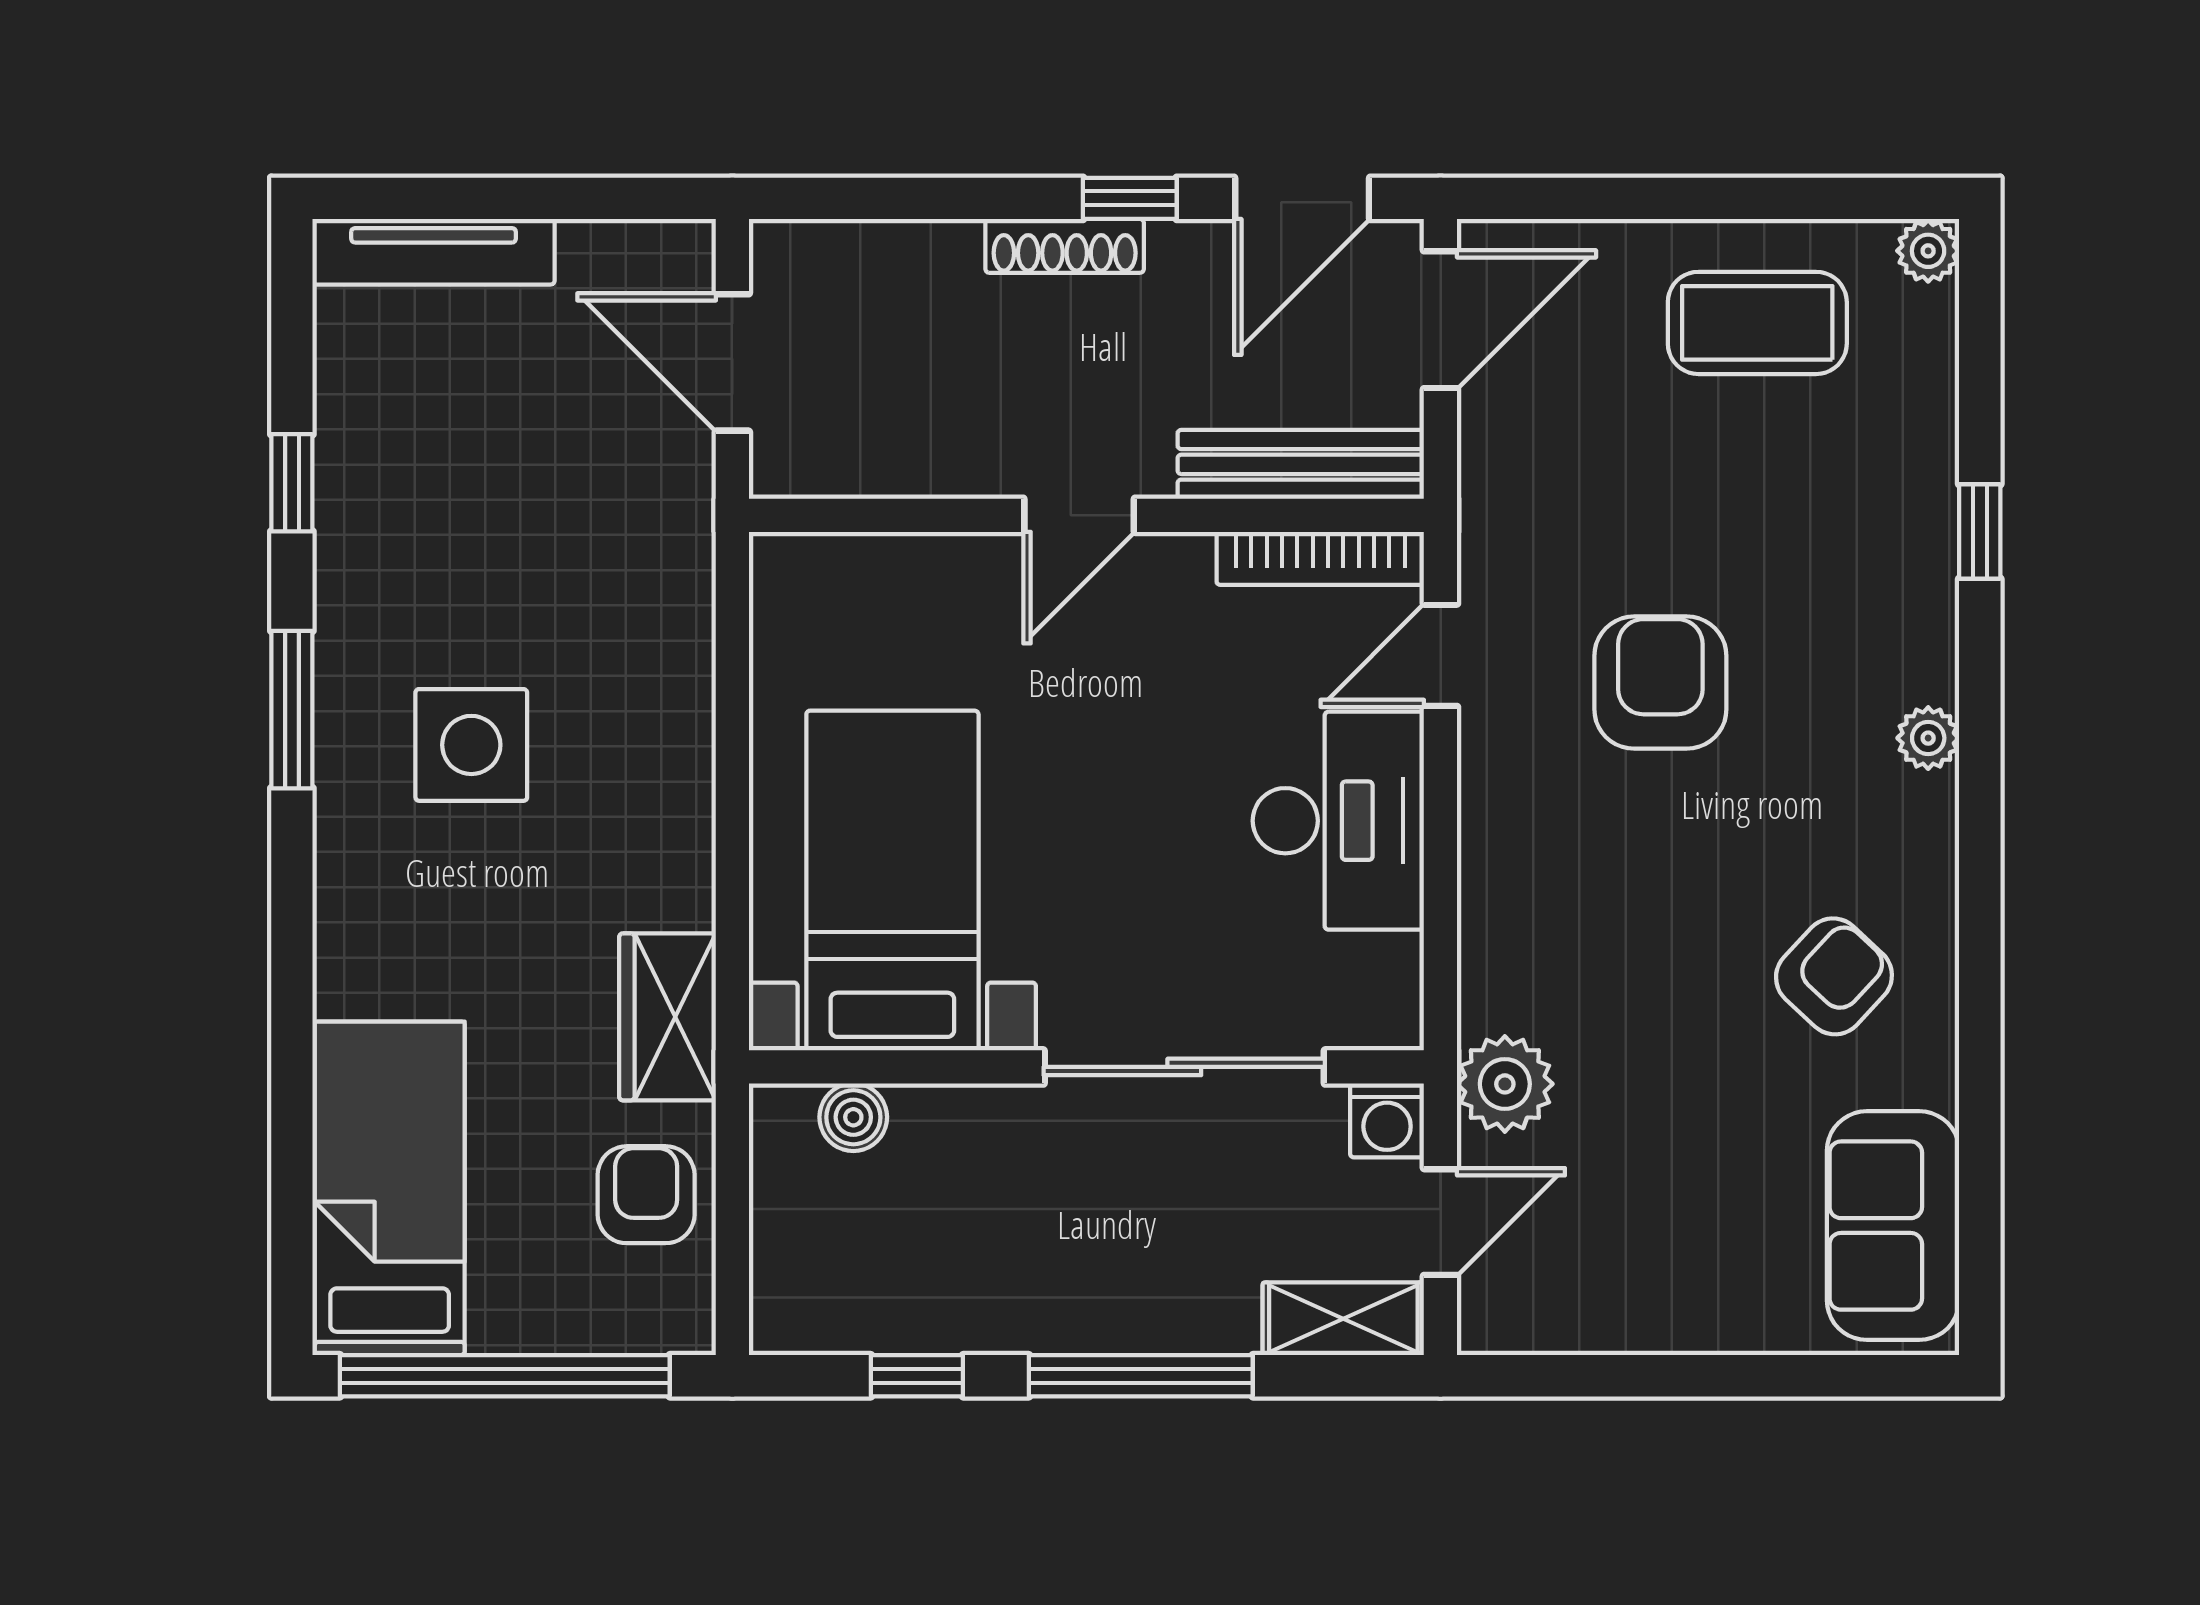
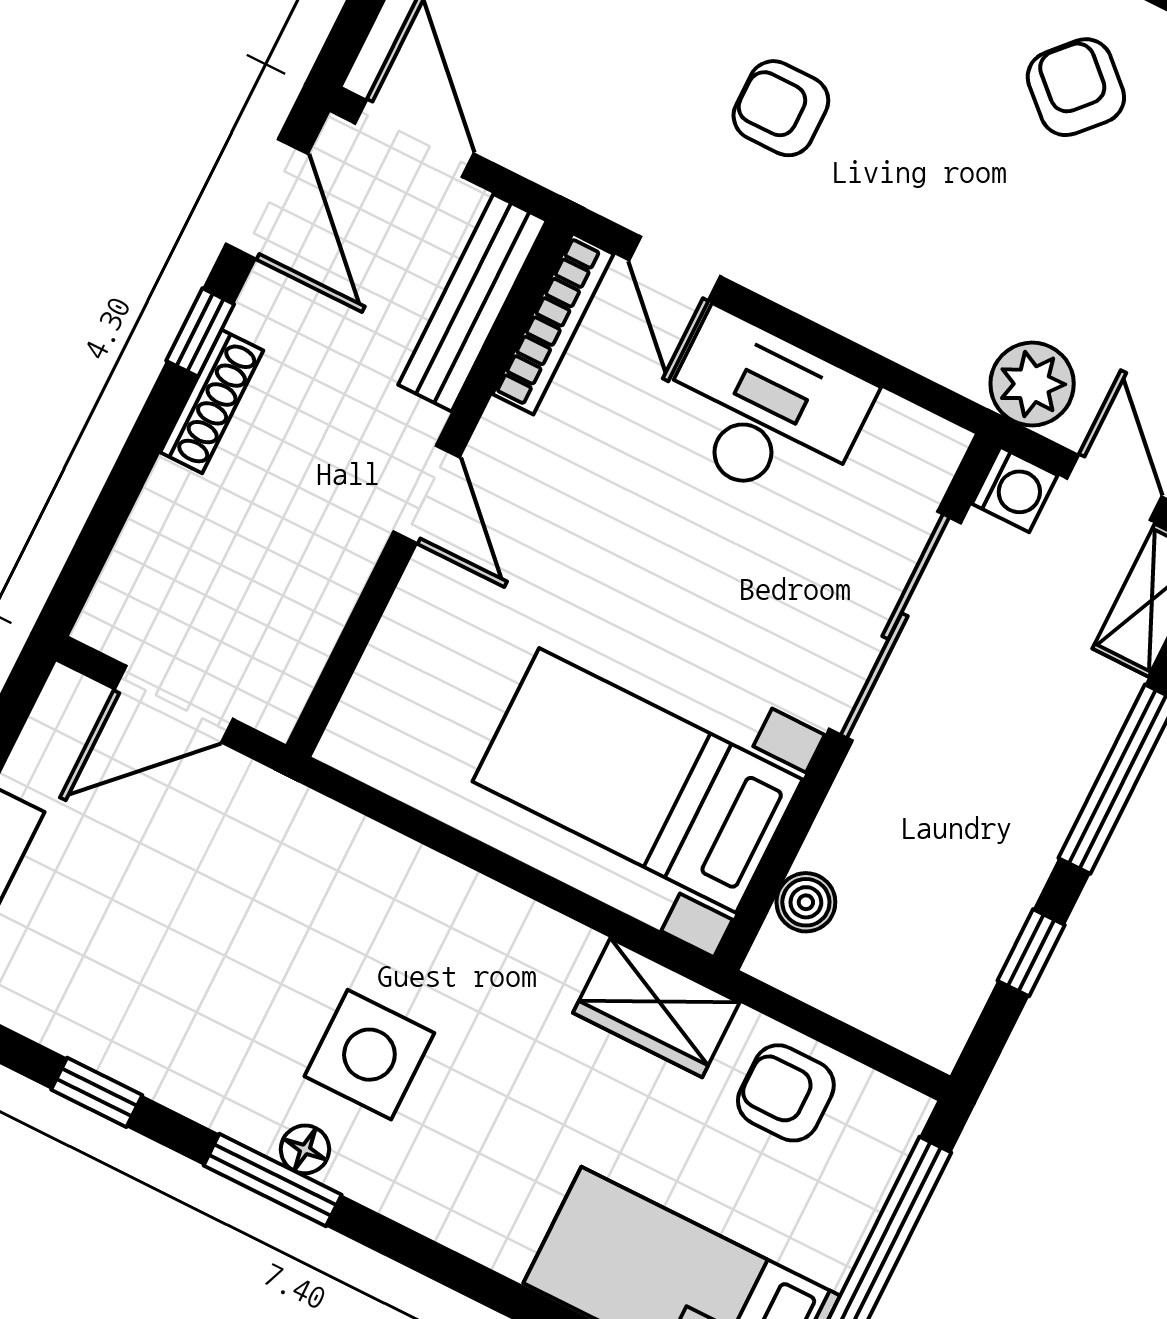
armchair: (1660, 683) -> (781, 108), width x0.72, depth x0.72
floor lamp: (340, 727) -> (305, 1149), added

